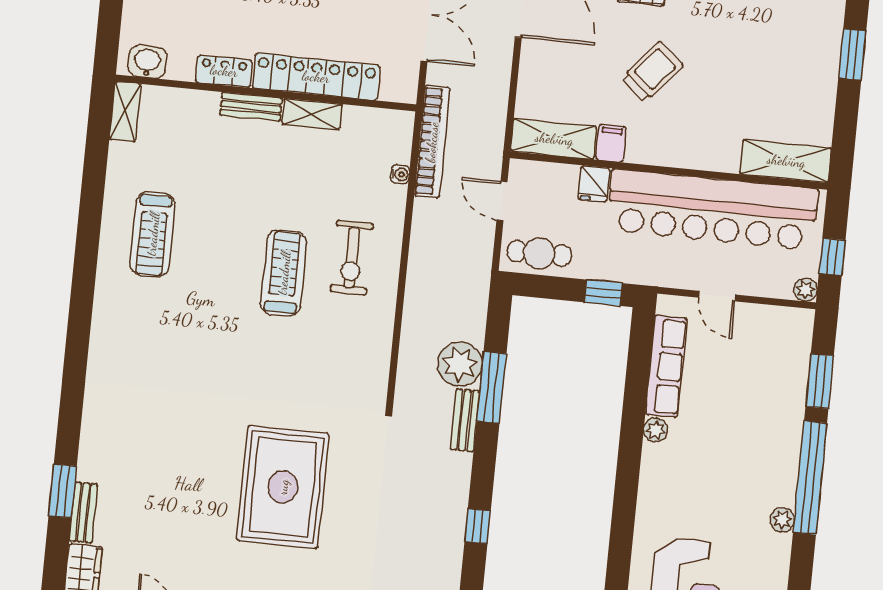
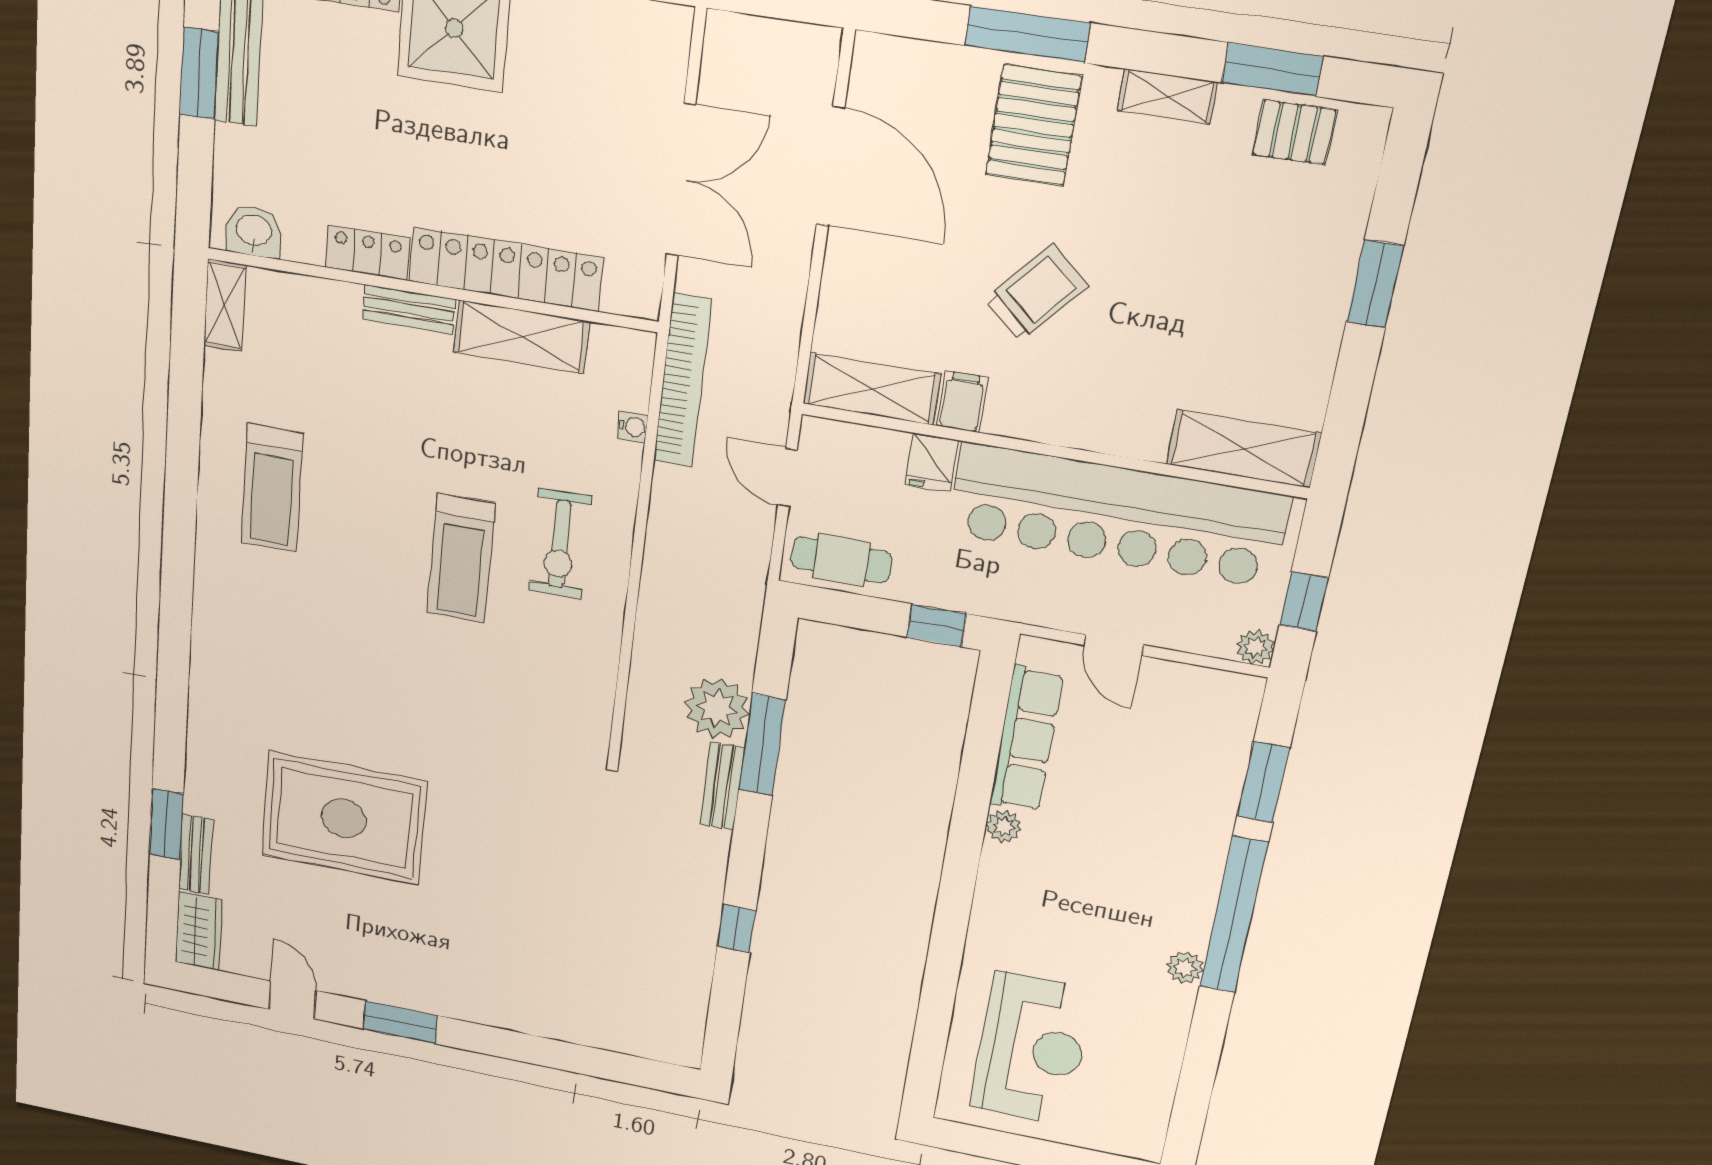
shelving: (312, 114) -> (522, 337), width x1.50, depth x1.33
treadmill: (284, 273) -> (461, 558), turned 180
rug: (283, 487) -> (344, 818), moved, turned 90

